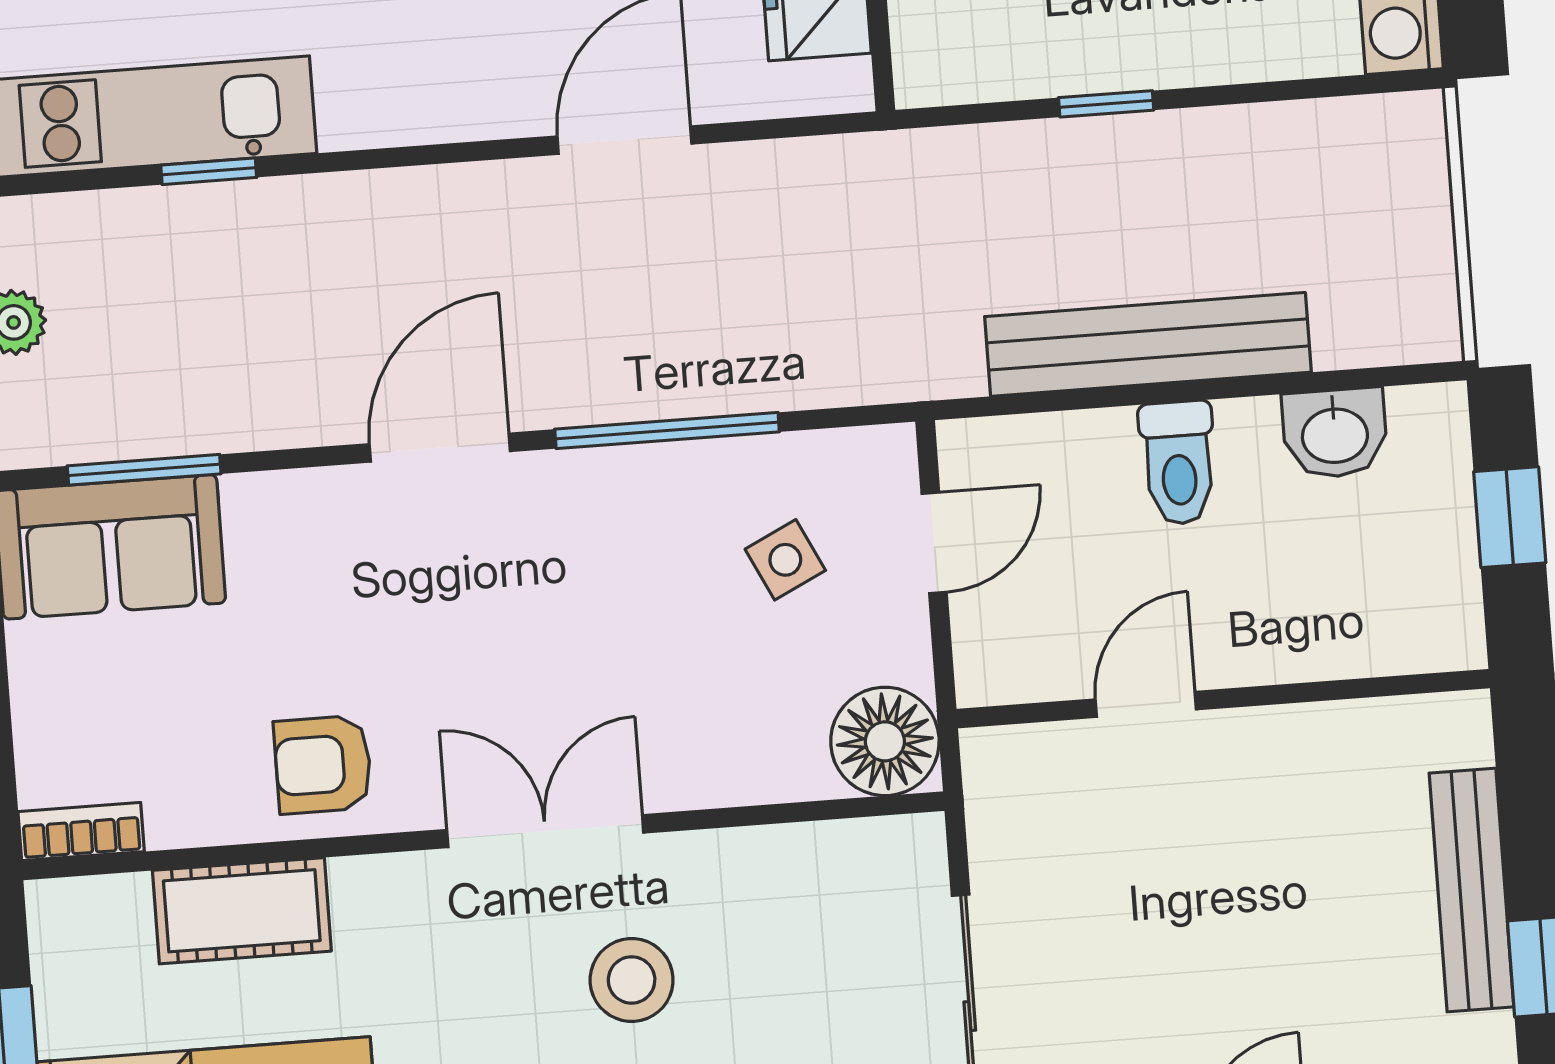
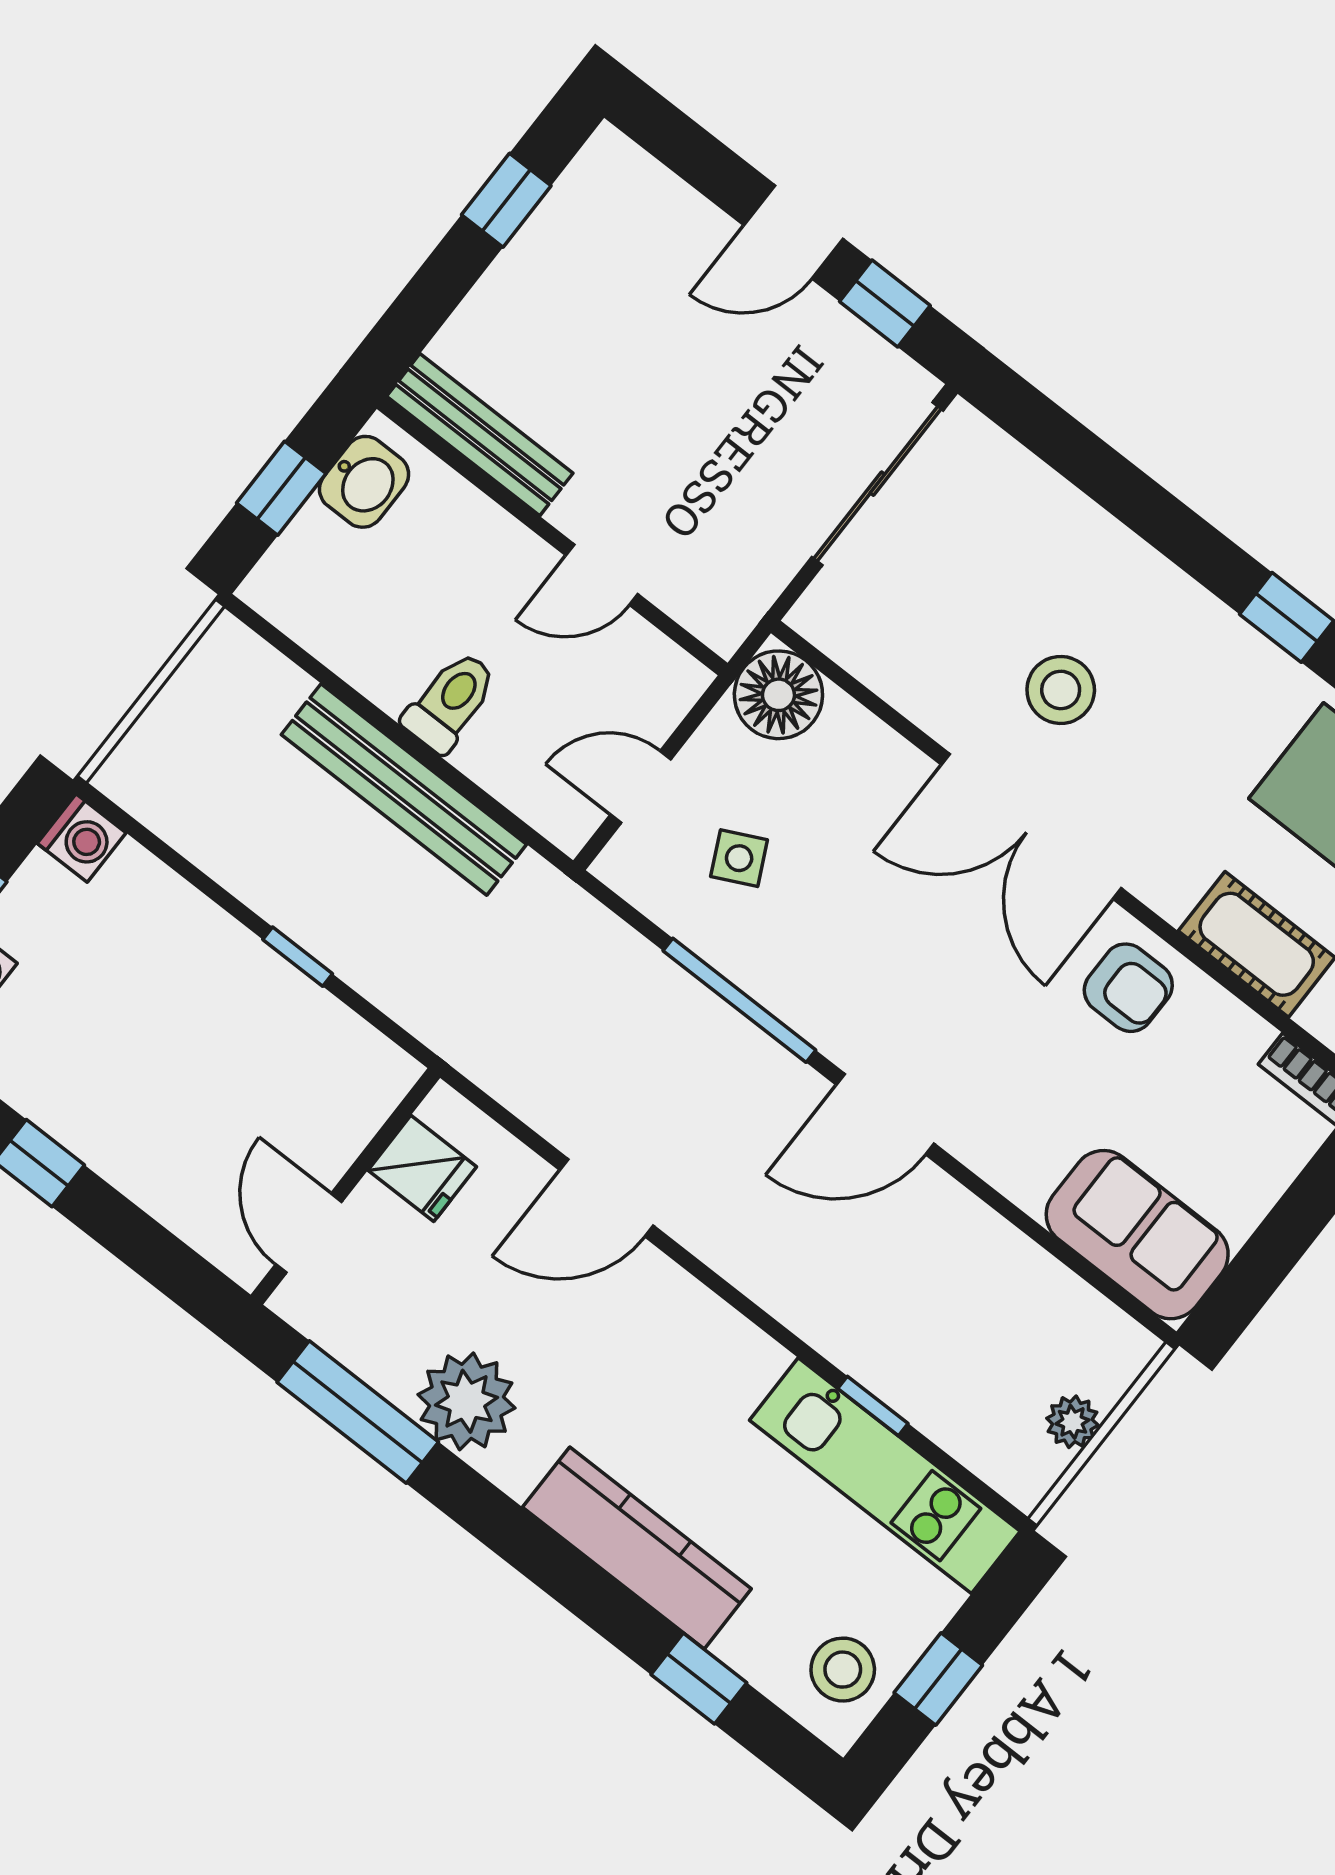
washbasin: (1335, 433) -> (364, 482), moved, turned 90
window: (144, 470) -> (1075, 1262), removed
double door: (545, 831) -> (1031, 826), width x1.37
bench: (1472, 890) -> (480, 435), moved, turned 90

